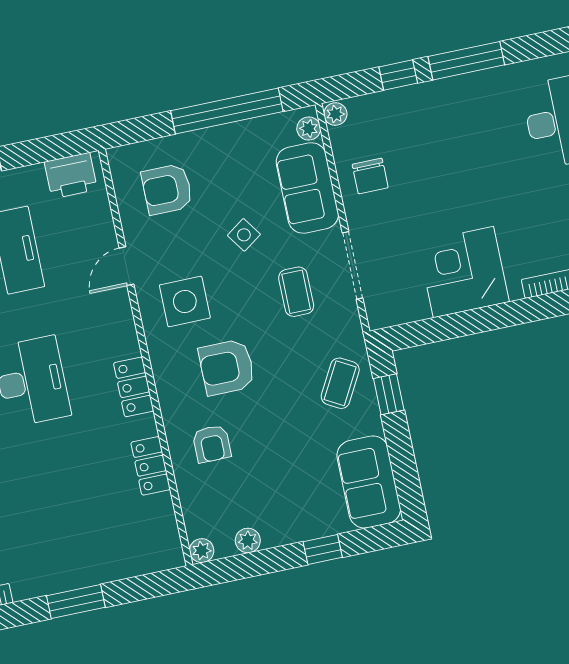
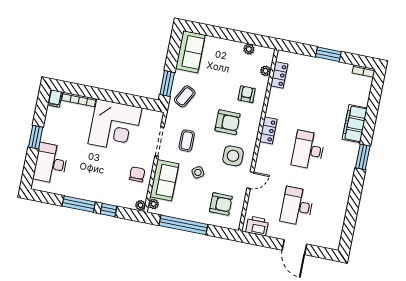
corner desk: (463, 272) -> (115, 126), width x1.36, depth x1.36
window: (389, 394) -> (167, 84), width x1.50
locker: (151, 466) -> (279, 75), moved
window: (323, 549) -> (220, 33), removed
plant: (202, 551) -> (266, 71), moved

